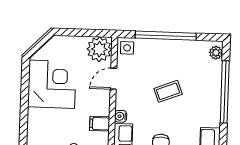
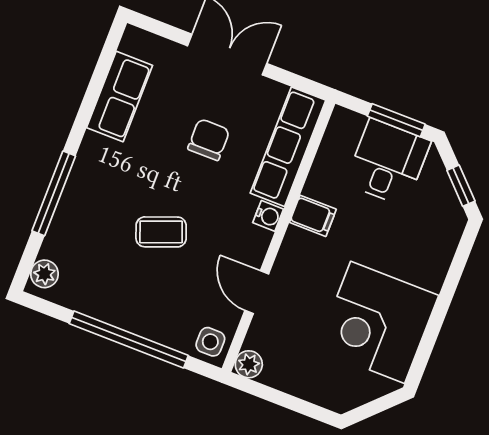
plant: (99, 49) -> (249, 364), width x0.53, depth x0.53
door: (113, 79) -> (257, 292), swing flipped
window: (225, 92) -> (54, 193), width x0.68

